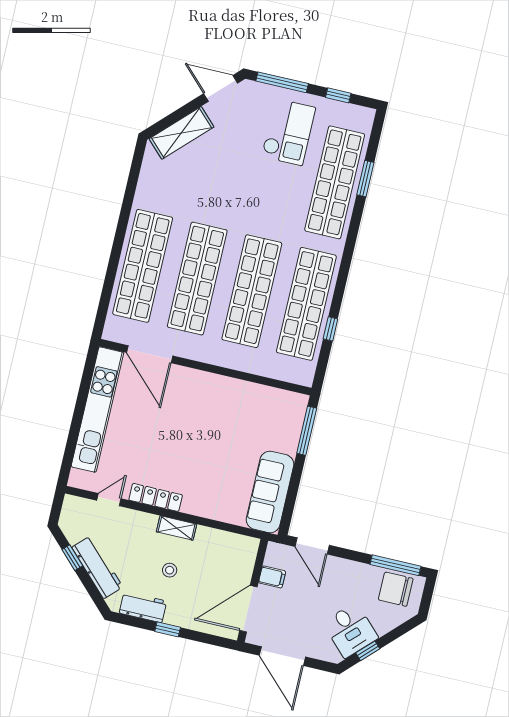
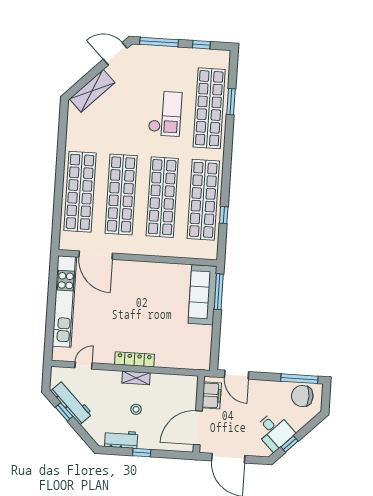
checkout: (288, 132) -> (165, 114), moved
sofa: (270, 492) -> (202, 295), moved
locker: (156, 497) -> (134, 359), moved
workbench: (97, 567) -> (72, 402), moved
filing cabinet: (272, 577) -> (212, 395), width x2.00

